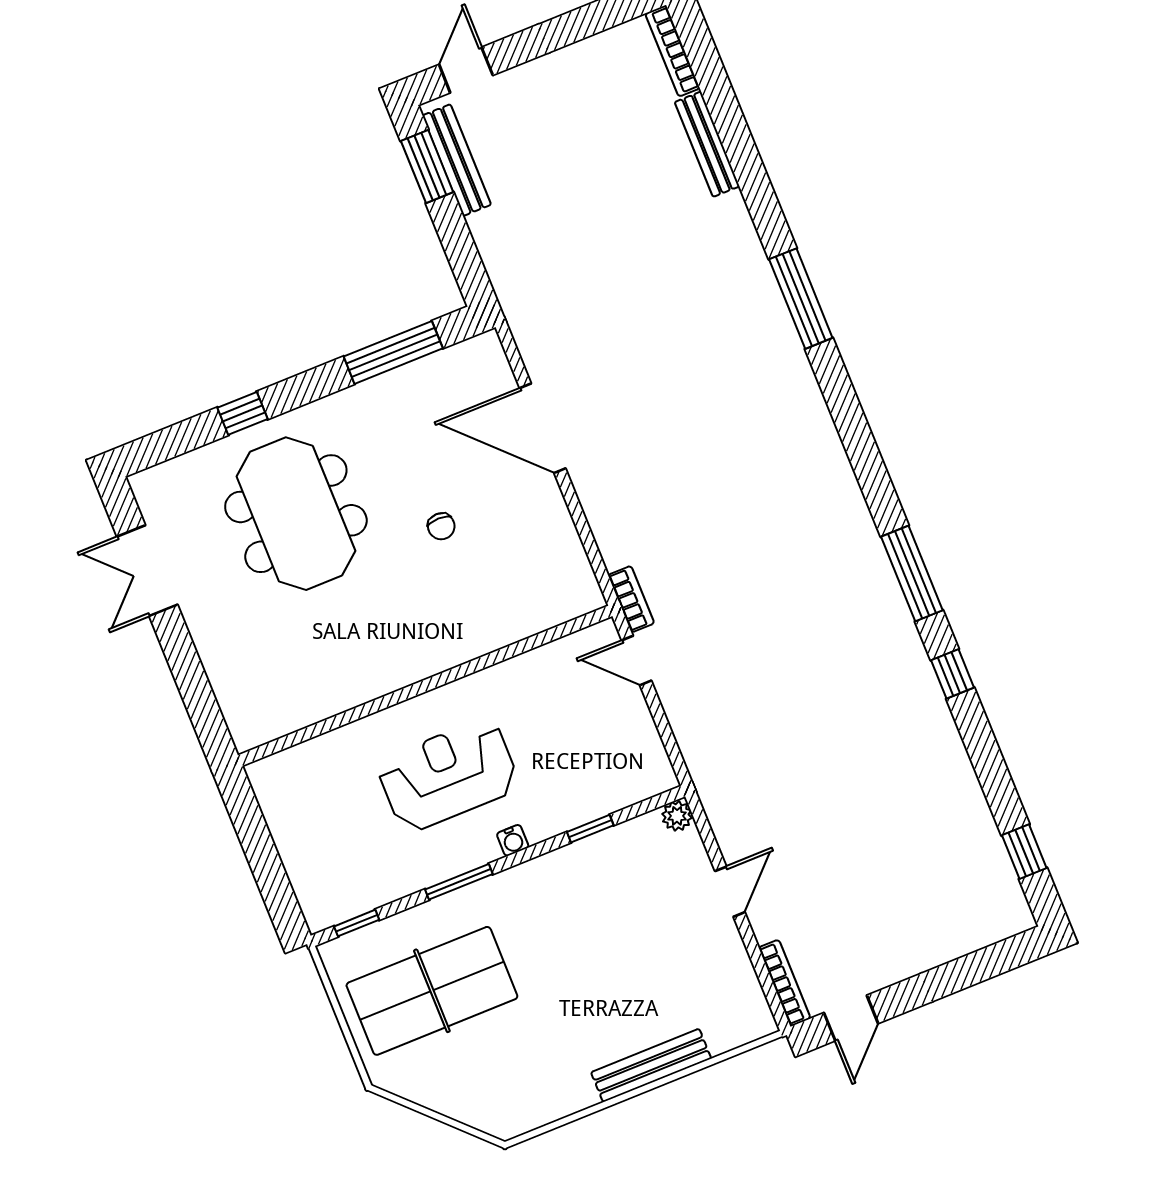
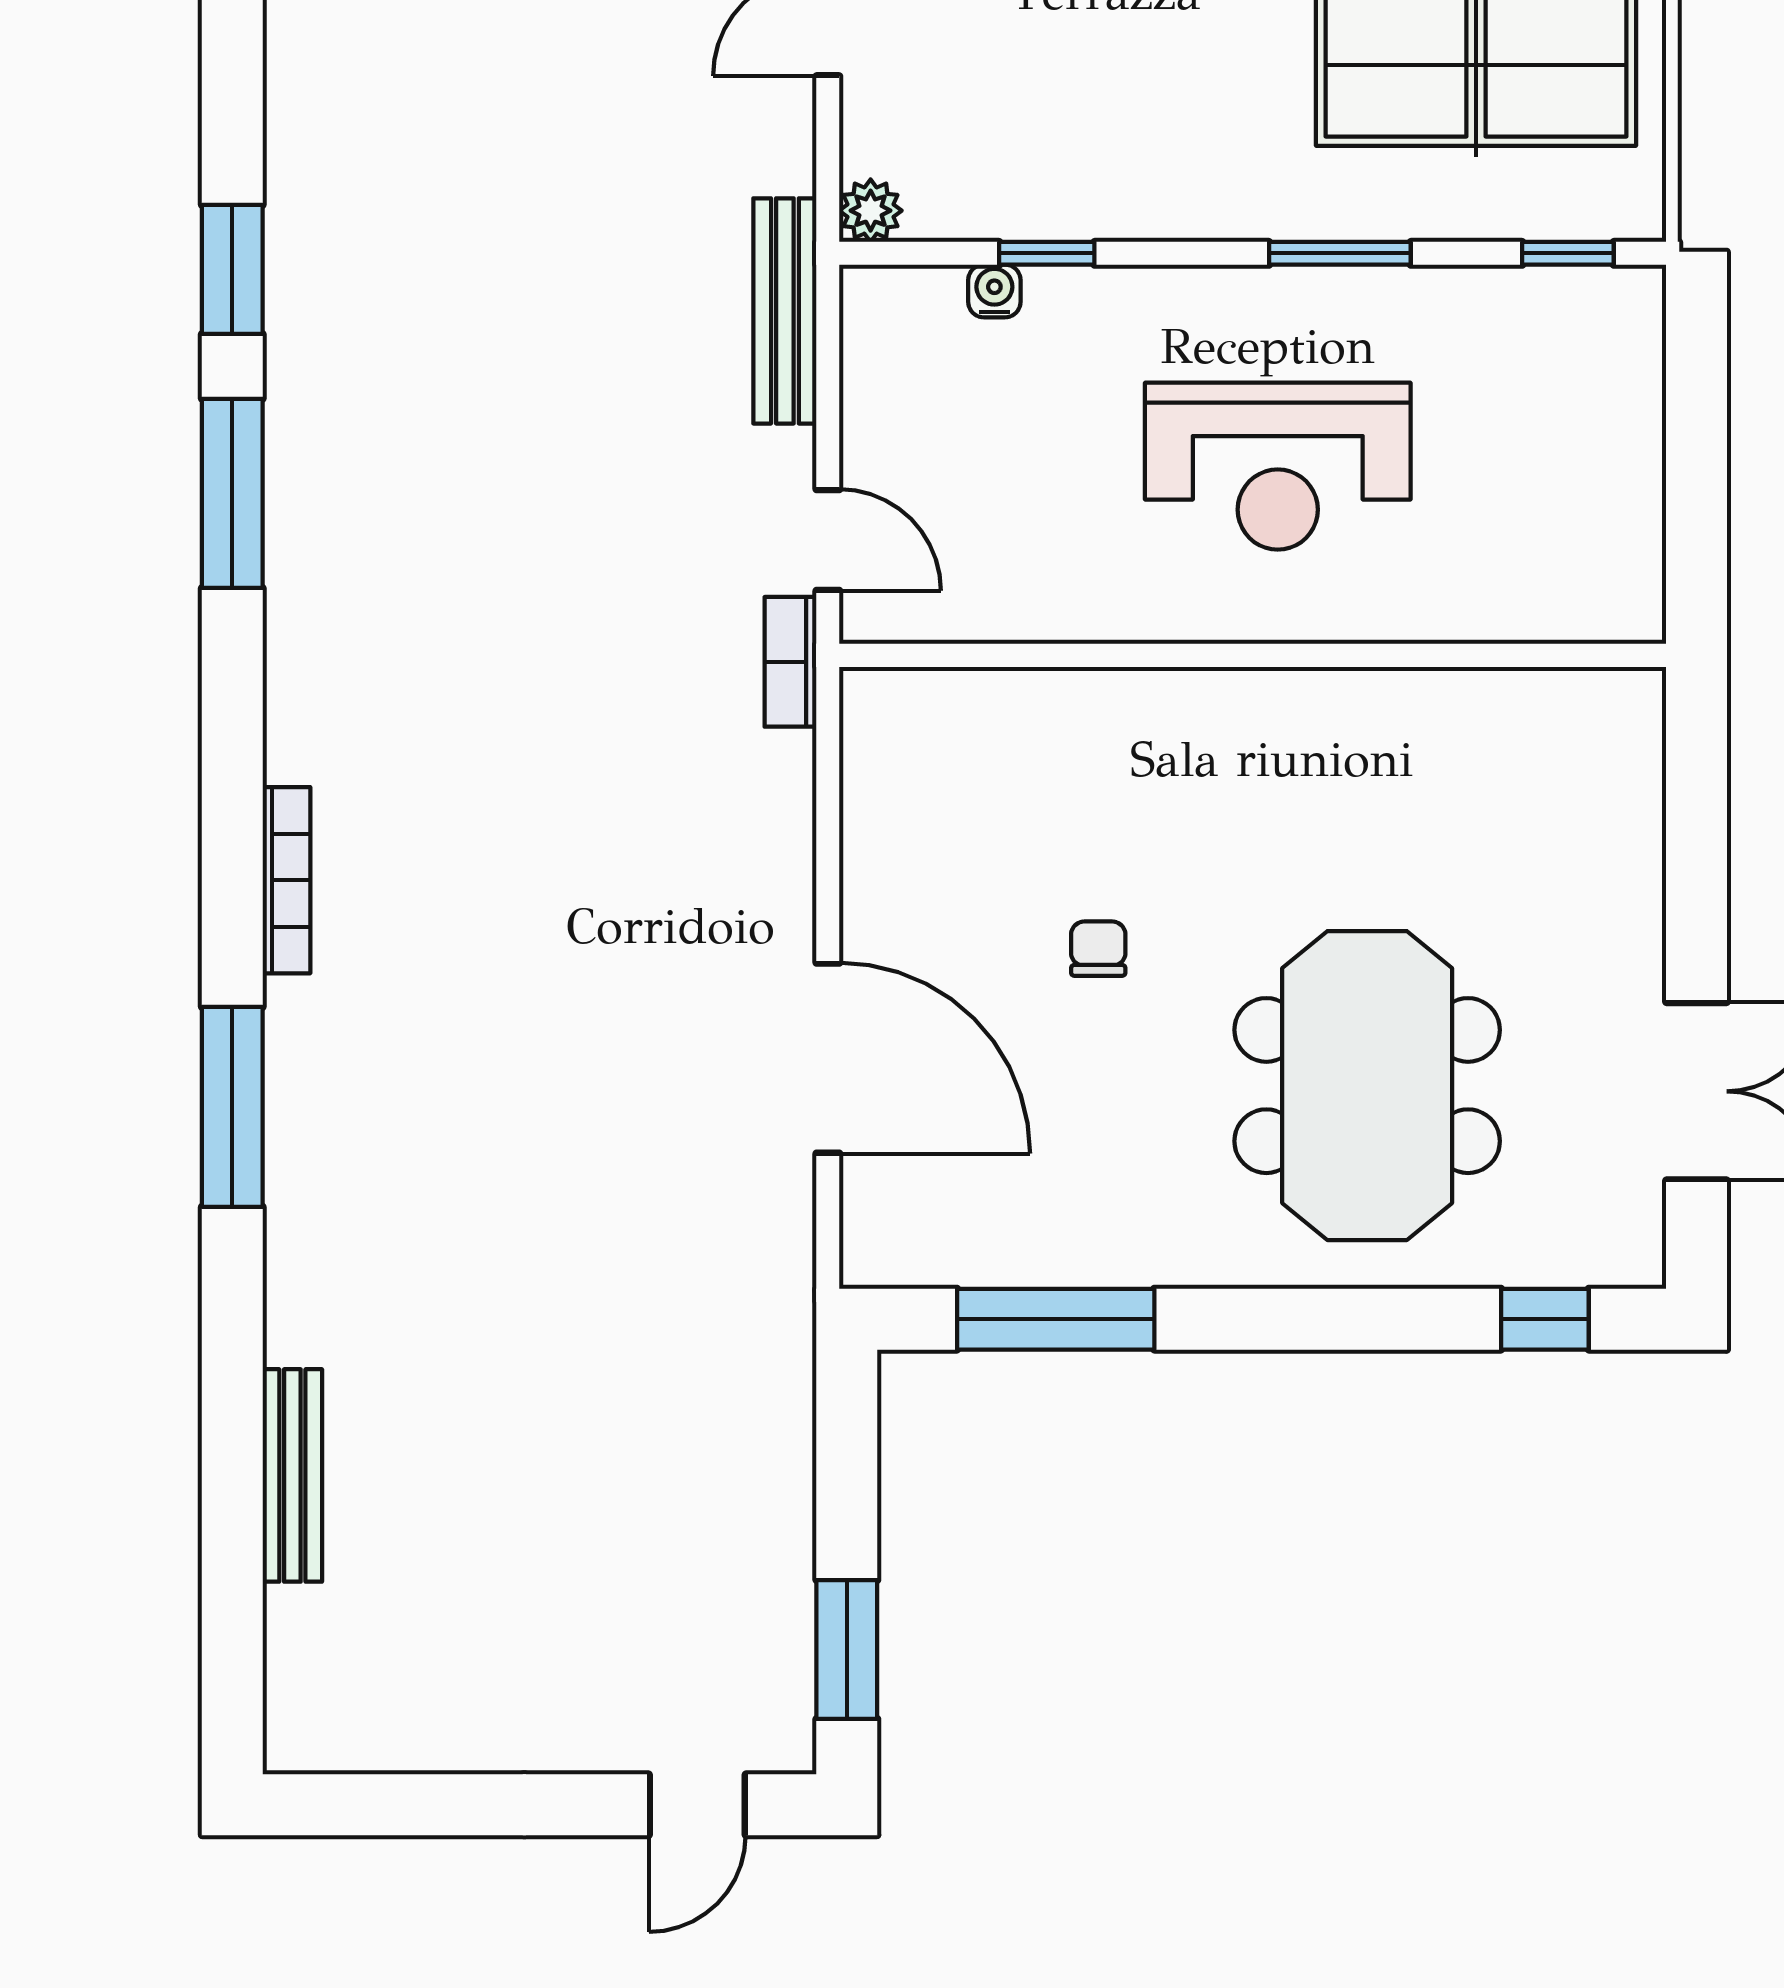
bookcase: (673, 51) -> (286, 880), moved
bench: (457, 160) -> (785, 311), moved
window: (242, 413) -> (1545, 1319), moved
window: (952, 674) -> (232, 269), width x1.50
water cooler: (513, 840) -> (994, 291), moved

